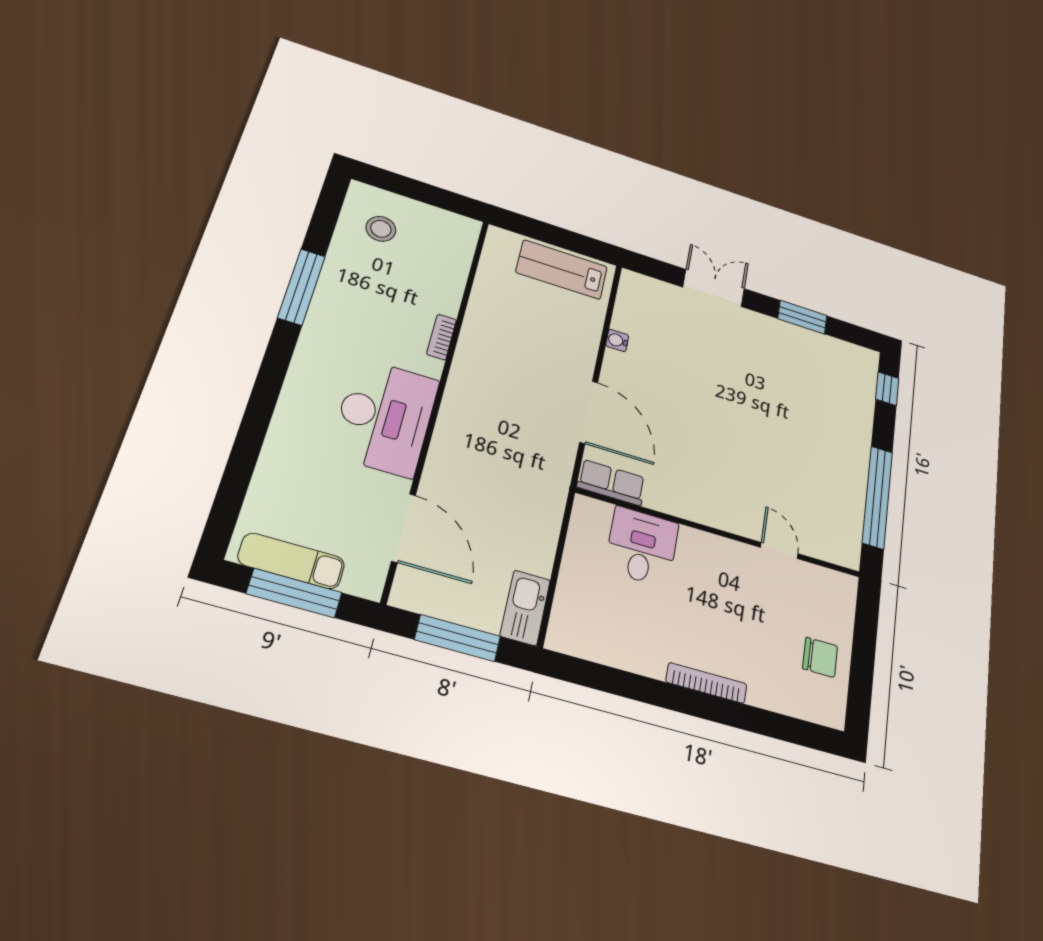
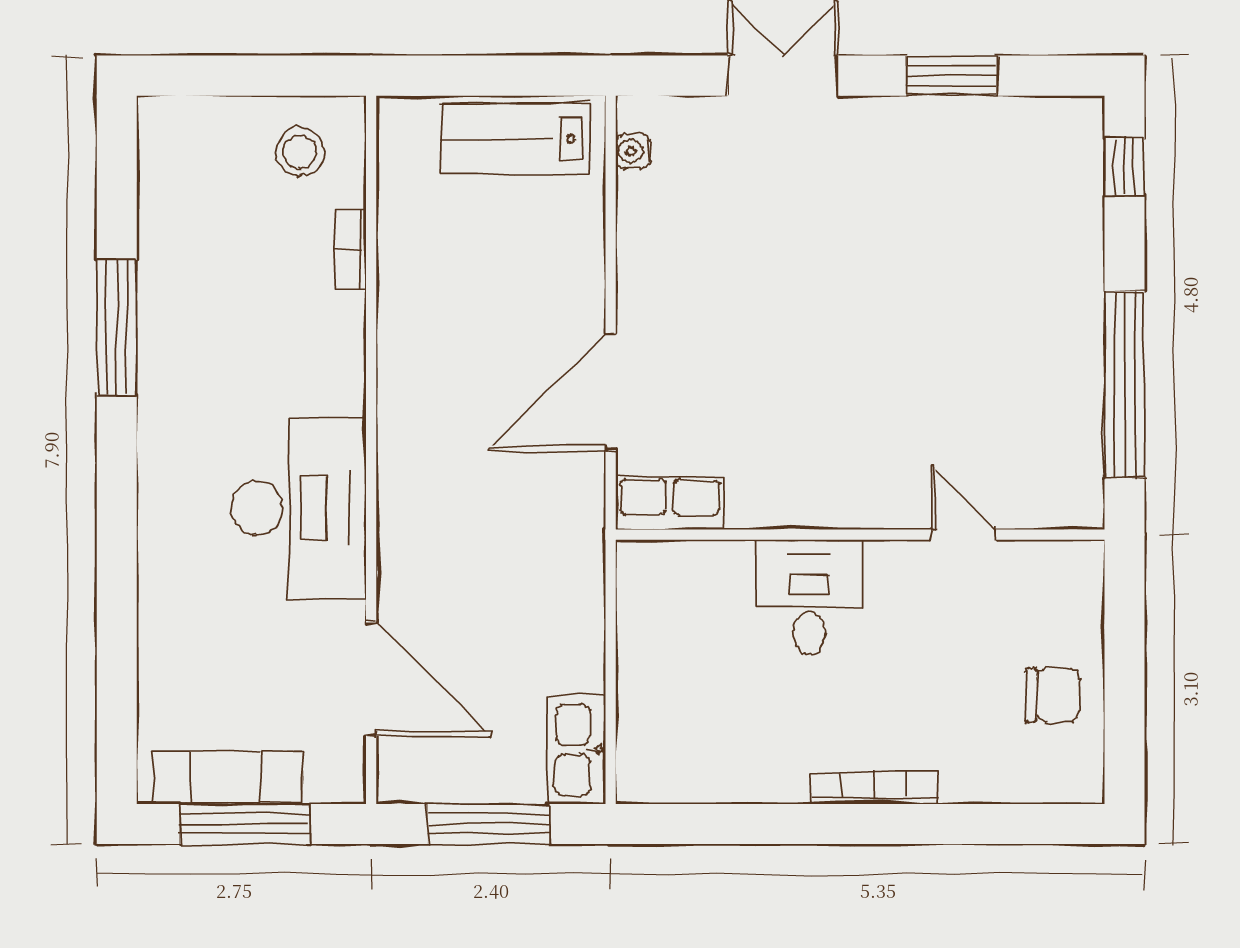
stool: (381, 229) -> (300, 152), moved
bookcase: (442, 337) -> (350, 249), moved
water cooler: (617, 340) -> (633, 151), moved
door: (589, 412) -> (611, 392), swing flipped
desk: (642, 547) -> (809, 597), moved

